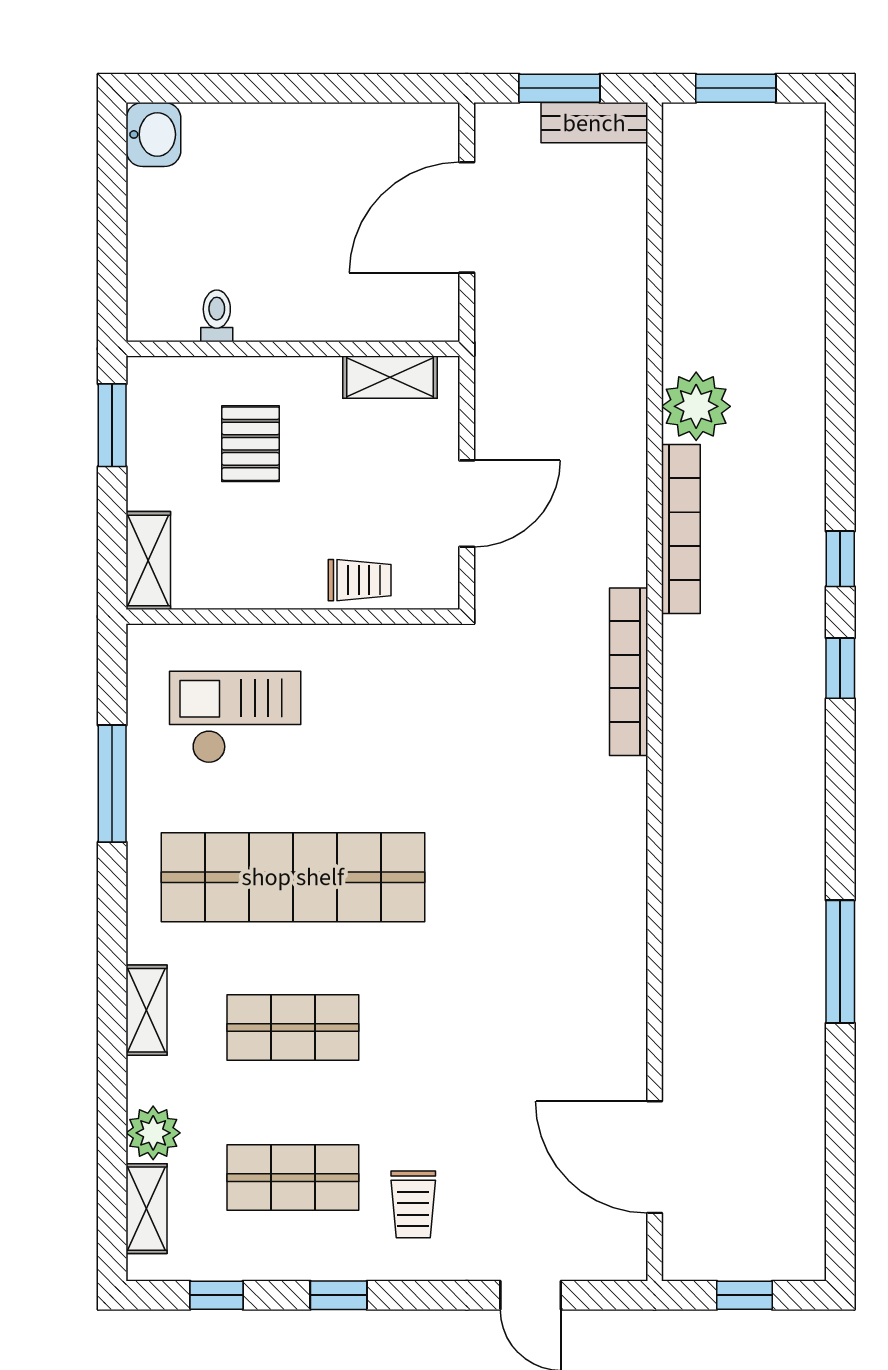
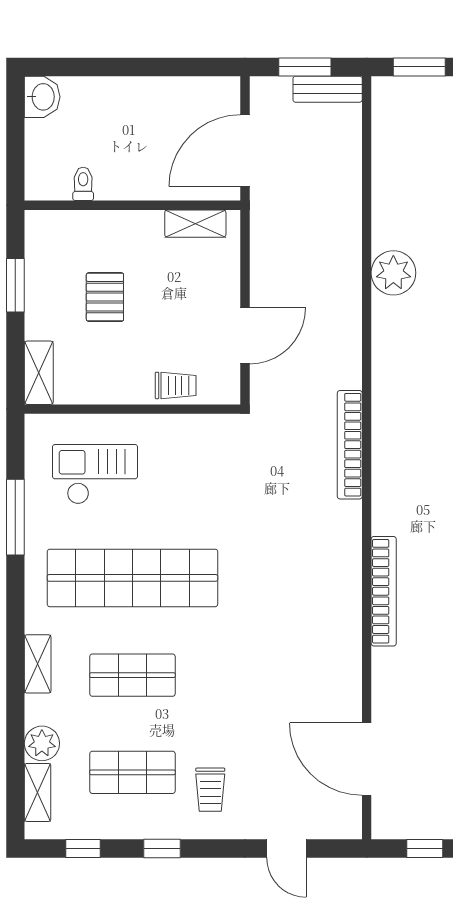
toilet: (217, 316) -> (83, 184), moved
wall: (293, 349) -> (132, 205), moved
shelving: (390, 377) -> (195, 224), moved
bookcase: (681, 529) -> (384, 591), moved

